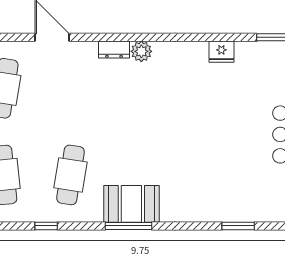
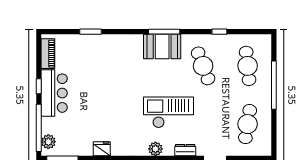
dresser: (114, 50) -> (185, 150), moved
checkout: (122, 106) -> (168, 112), added
cafe table: (71, 175) -> (203, 66), turned -30

